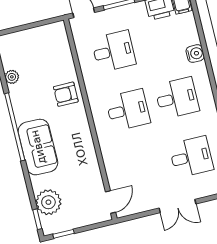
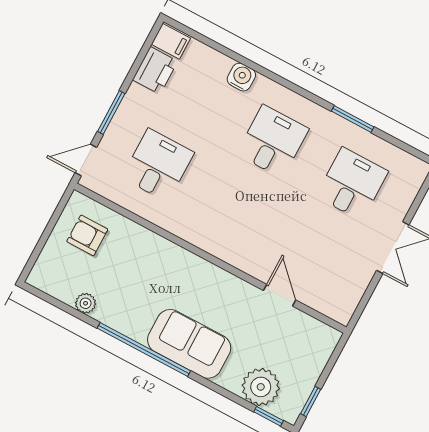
armchair: (66, 94) -> (87, 235), moved, turned 90
desk: (128, 110) -> (237, 208), removed
door: (111, 202) -> (280, 295), moved

